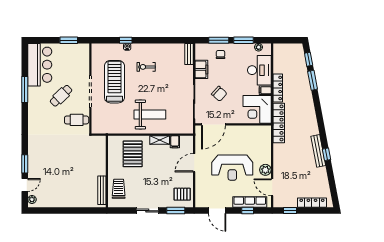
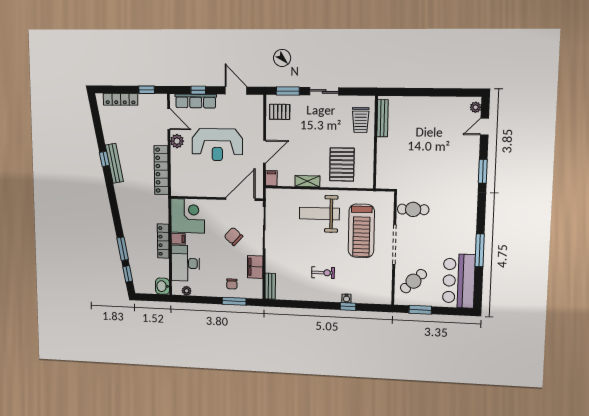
window: (244, 40) -> (204, 300), removed
washbasin: (279, 50) -> (162, 286), added
treadmill: (114, 82) -> (361, 231), moved
cafe table: (61, 96) -> (413, 281), moved
locker: (279, 123) -> (161, 170), moved
filing cabinet: (175, 142) -> (271, 178), moved
window: (25, 164) -> (483, 171), moved
reception desk: (232, 168) -> (217, 145), turned 180

